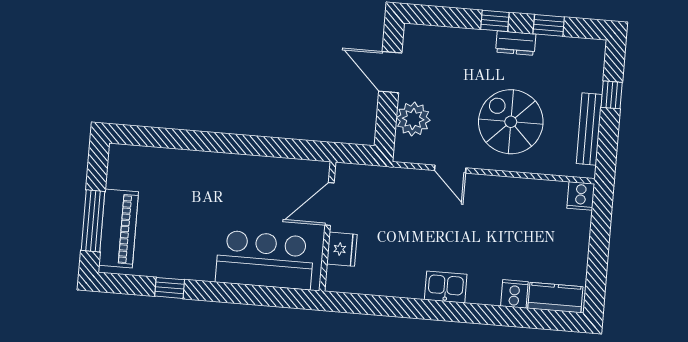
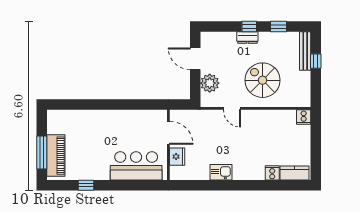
dresser: (516, 43) -> (247, 37), moved
bench: (589, 129) -> (305, 51), moved
door: (329, 204) -> (168, 133), swing flipped
kitchen sink: (446, 287) -> (221, 172), moved

